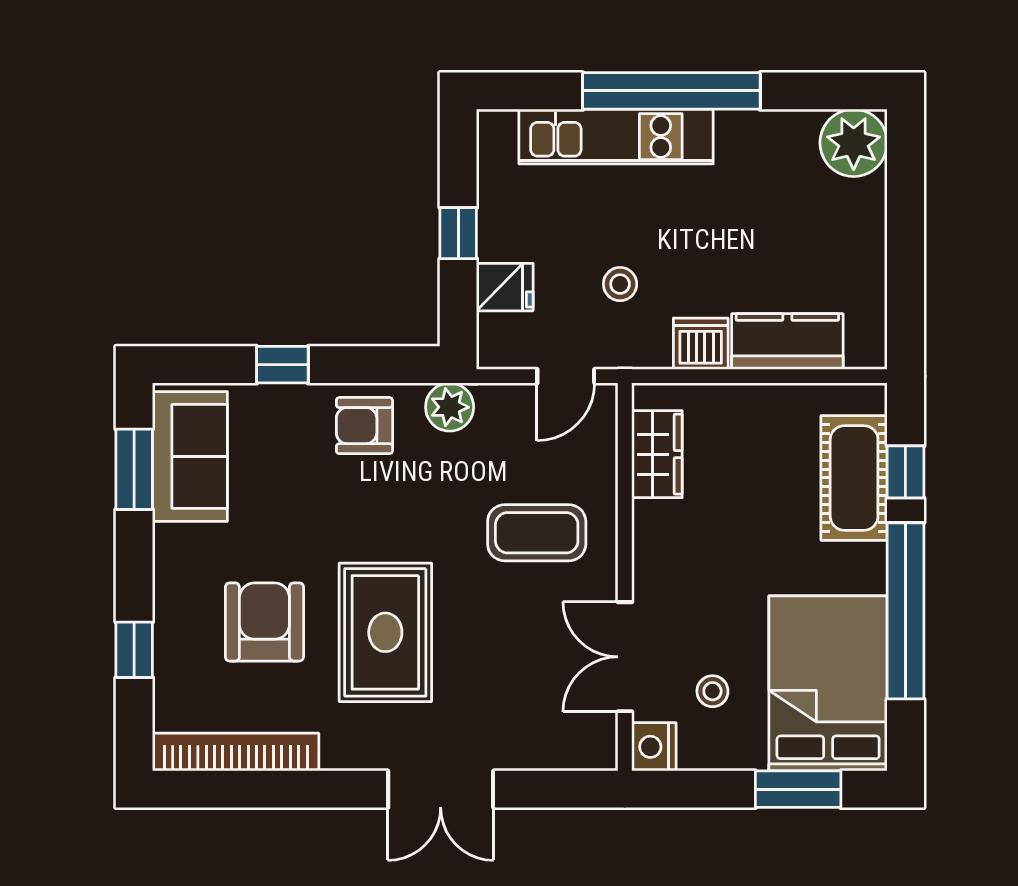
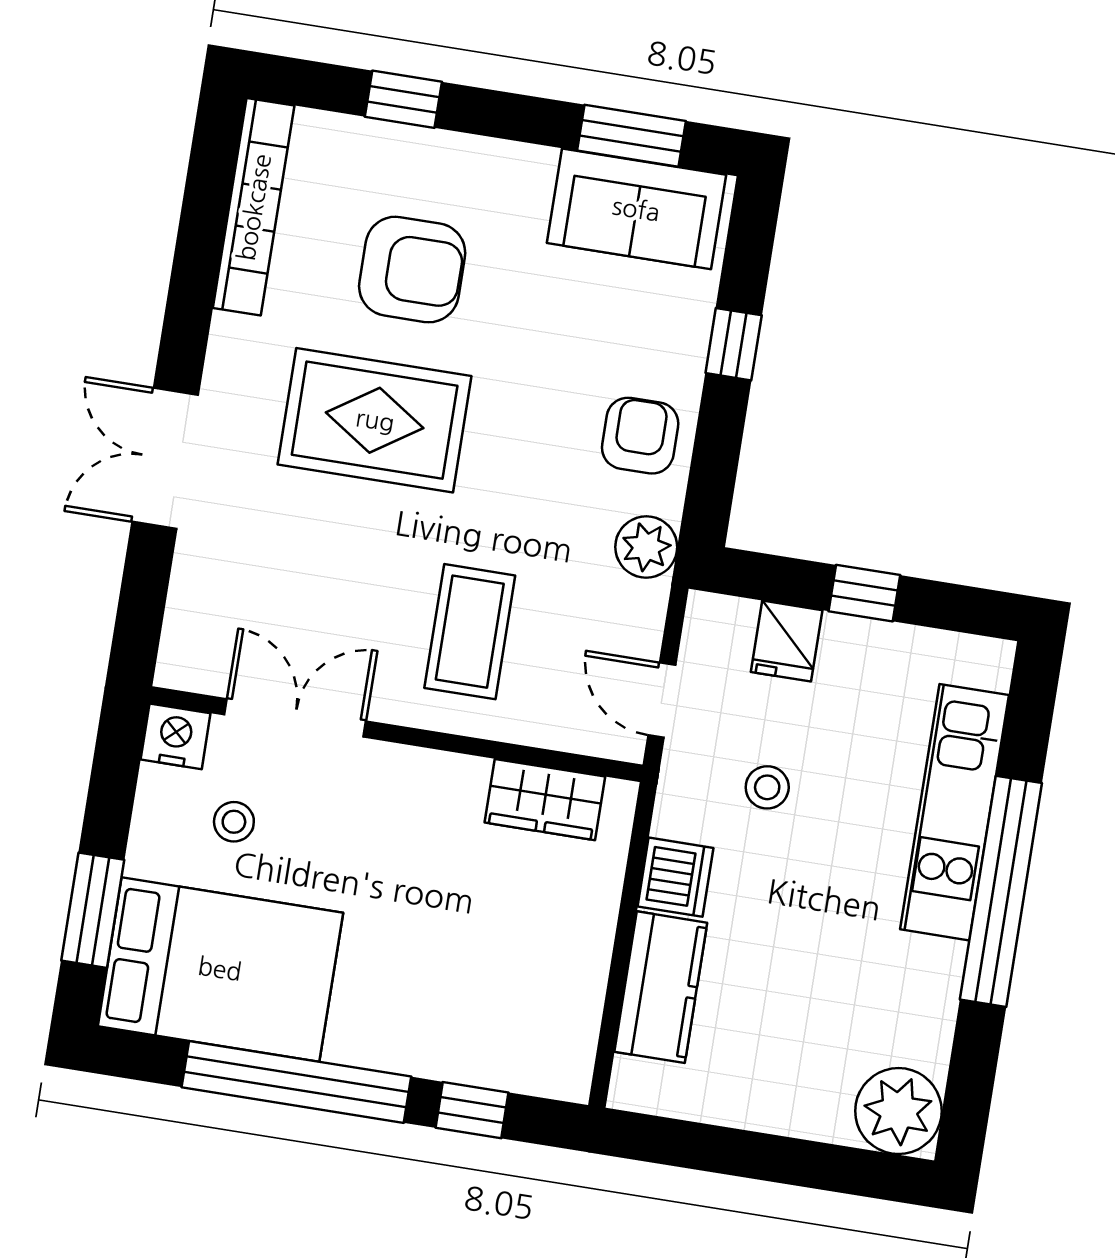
cot: (854, 478) -> (475, 1044), removed

